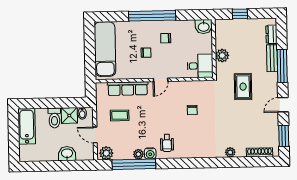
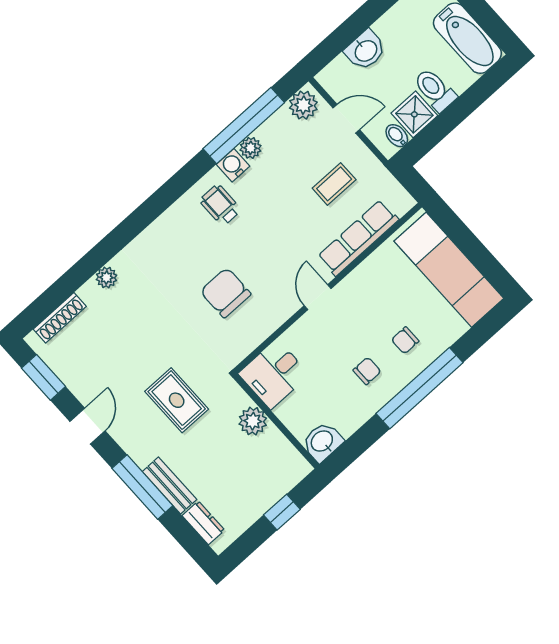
chair: (146, 53) -> (405, 340), moved
chair: (192, 110) -> (226, 293), width x1.87, depth x1.87

